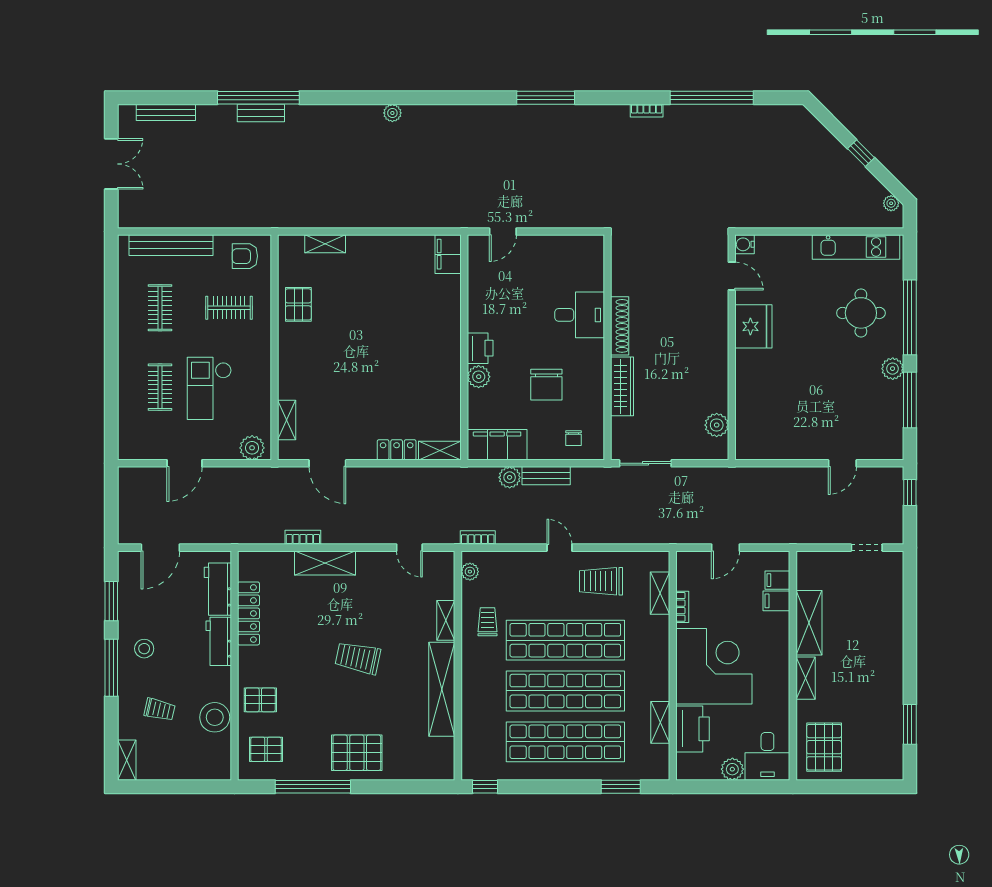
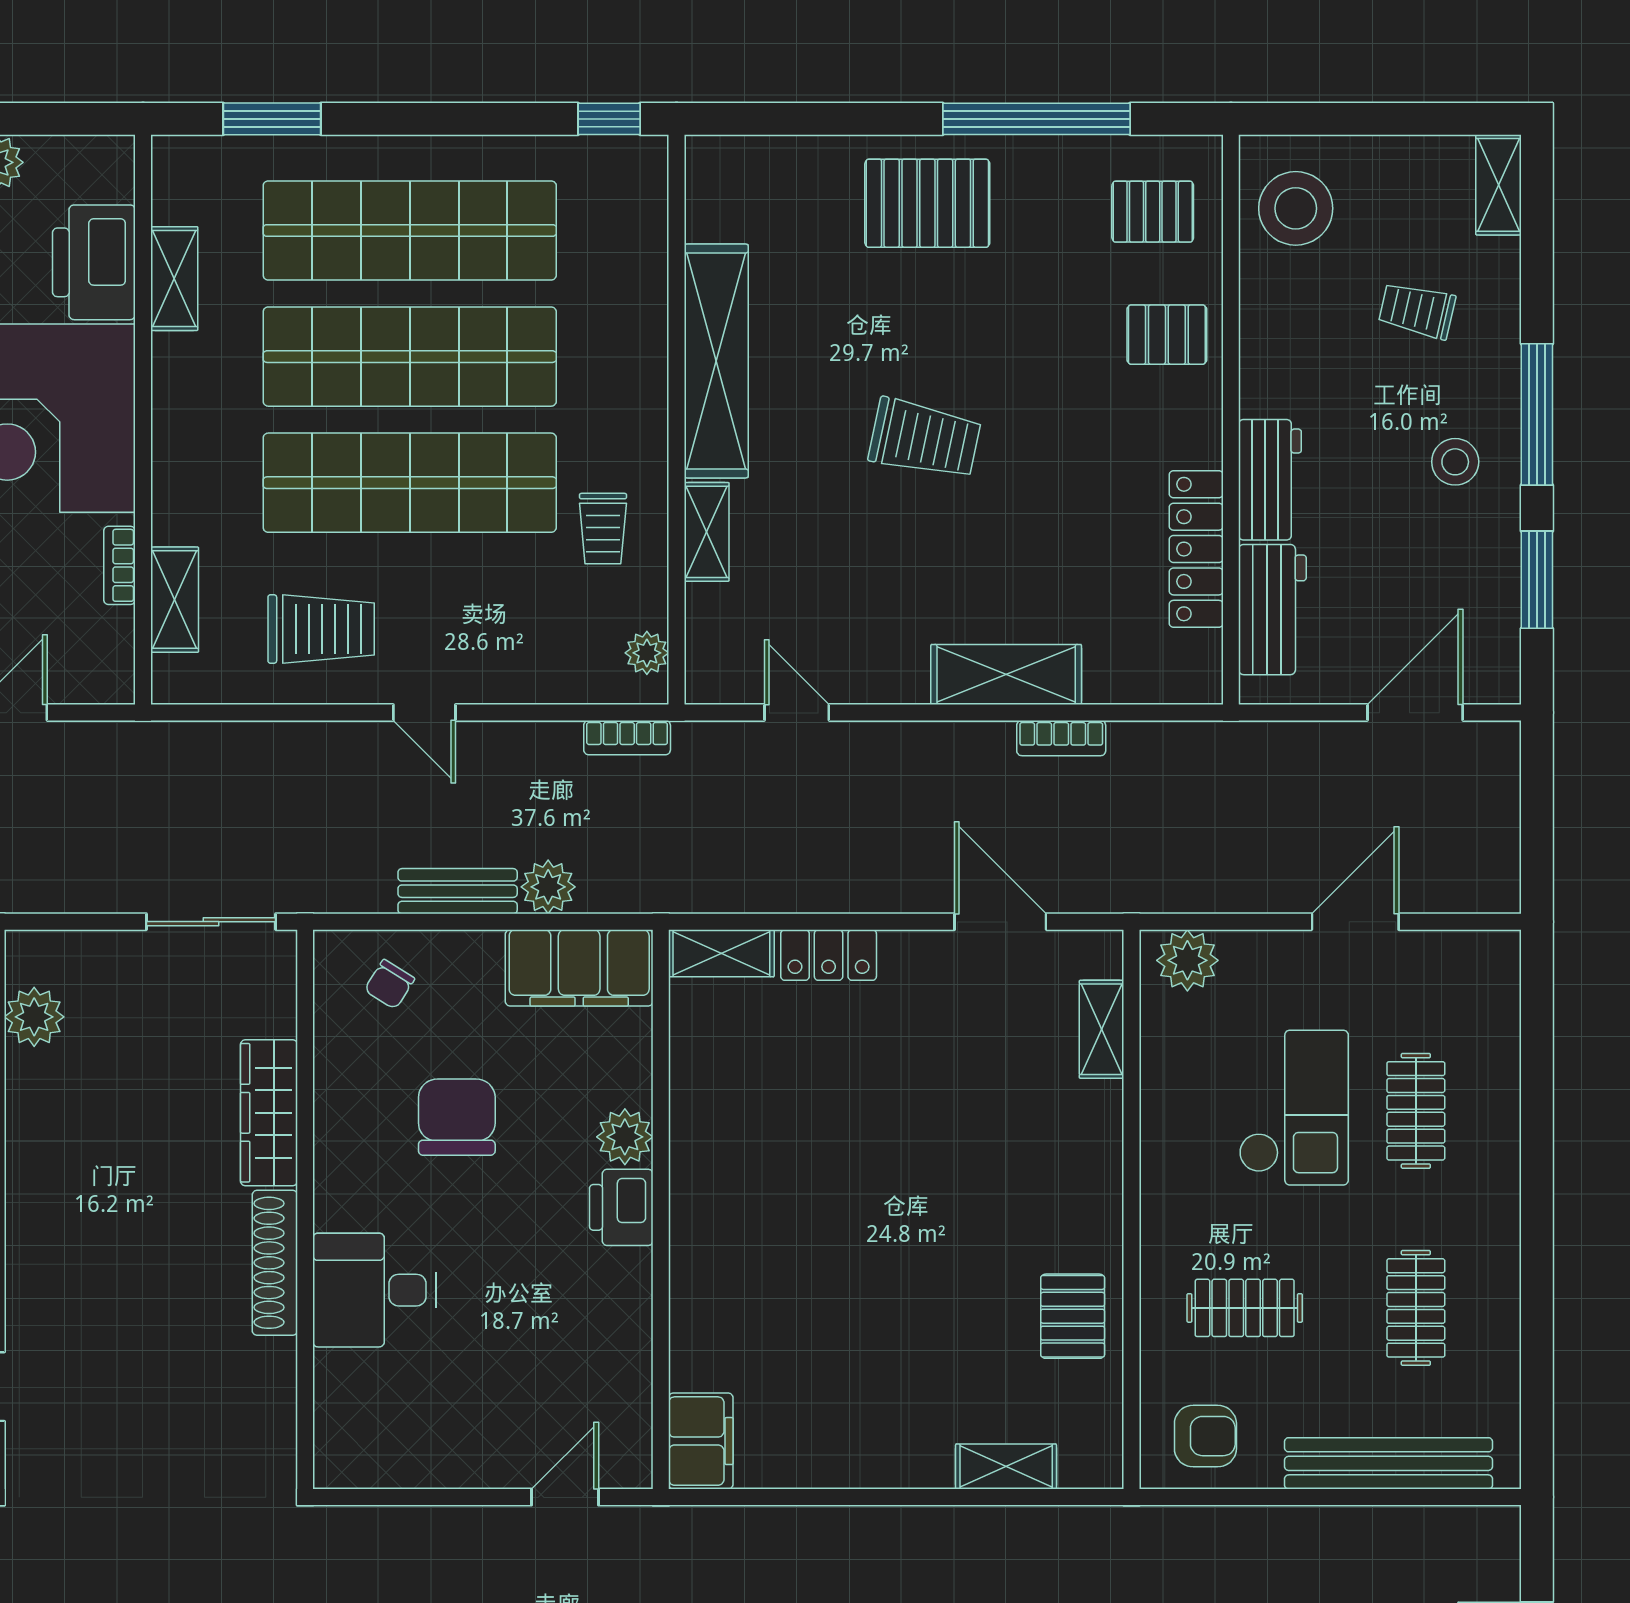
chair: (574, 438) -> (389, 984), turned -148
stool: (215, 717) -> (1296, 208), moved

